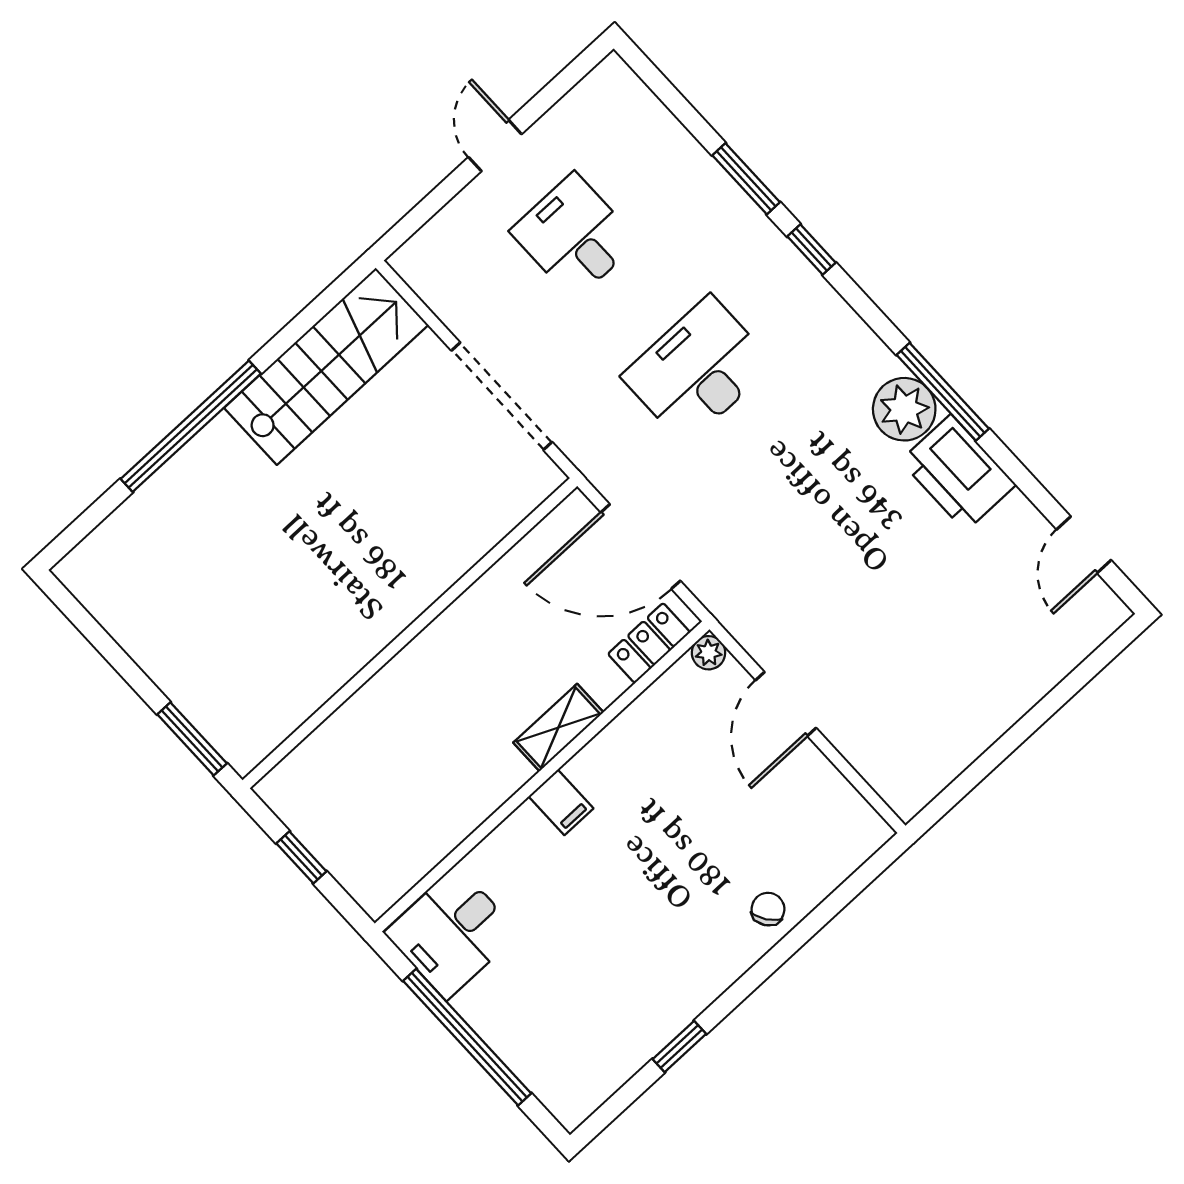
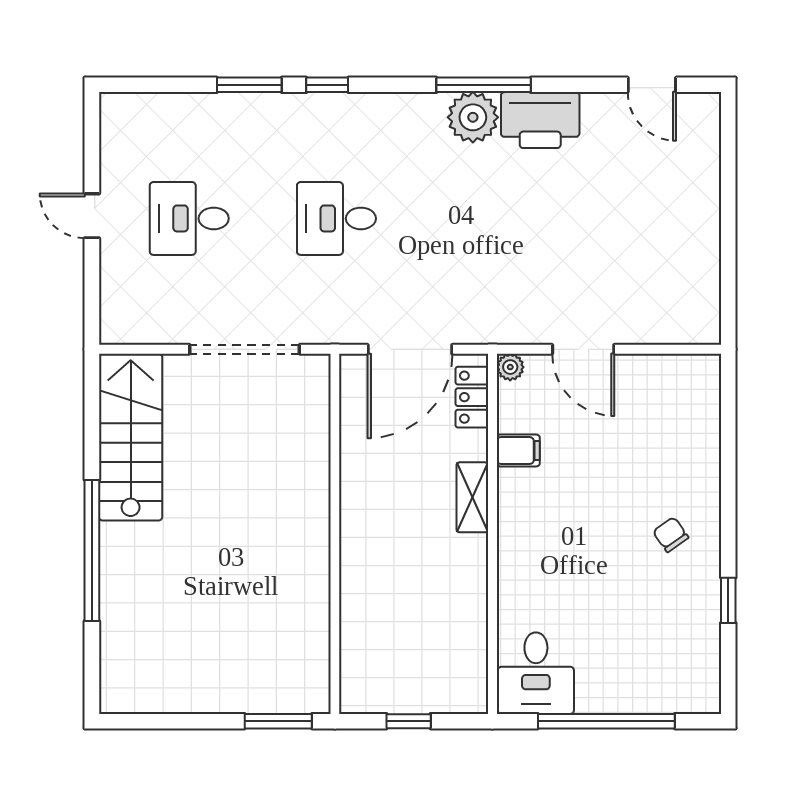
desk: (698, 370) -> (336, 218), width x0.73
filing cabinet: (561, 802) -> (518, 451), moved
chair: (768, 909) -> (671, 535), moved

